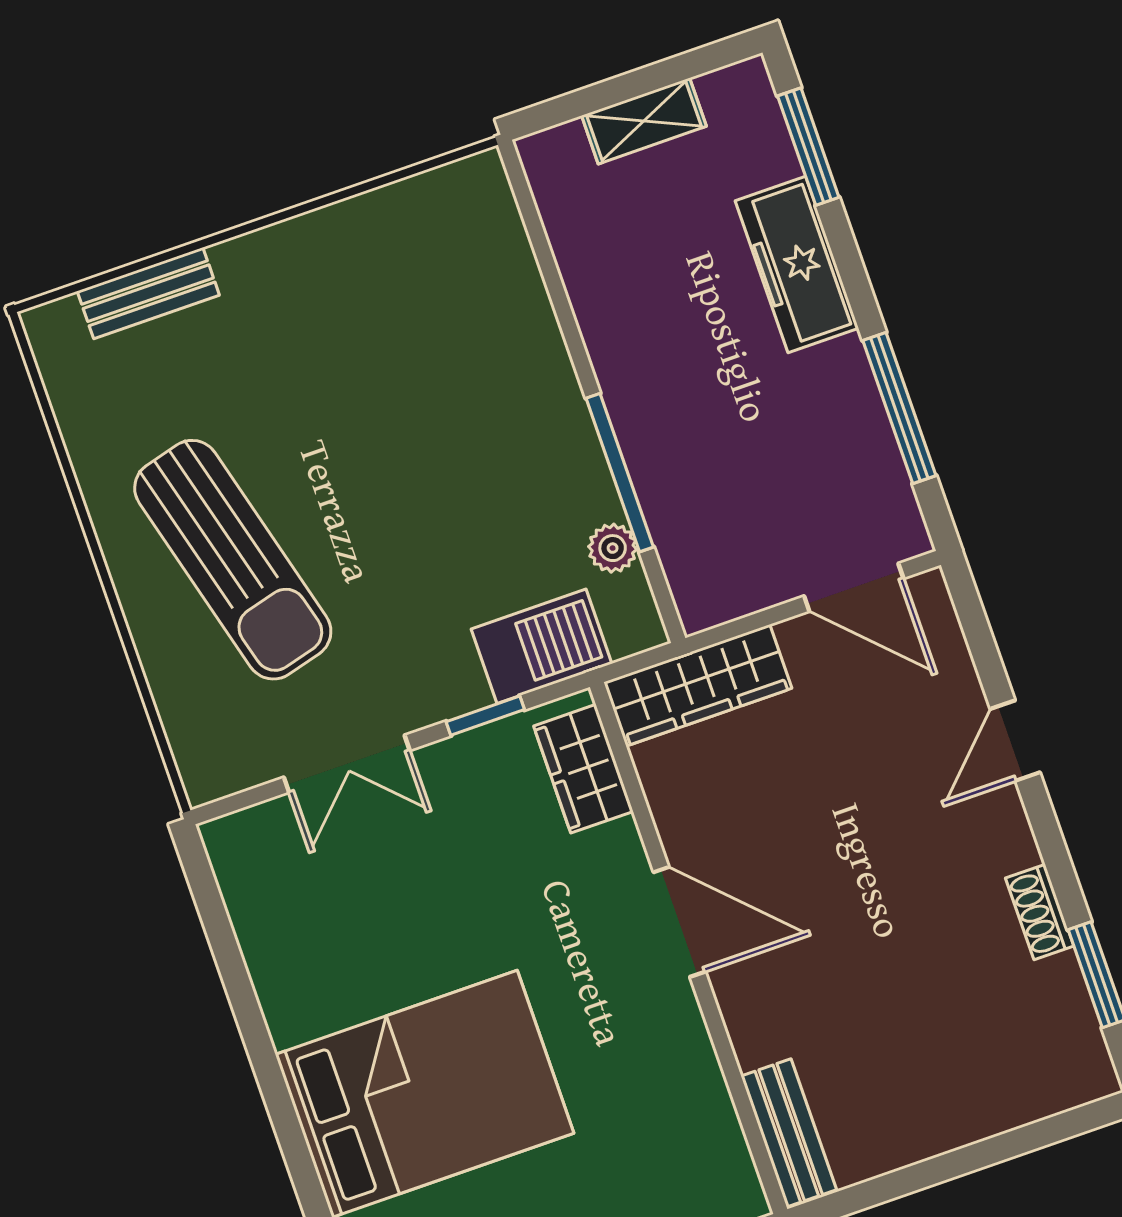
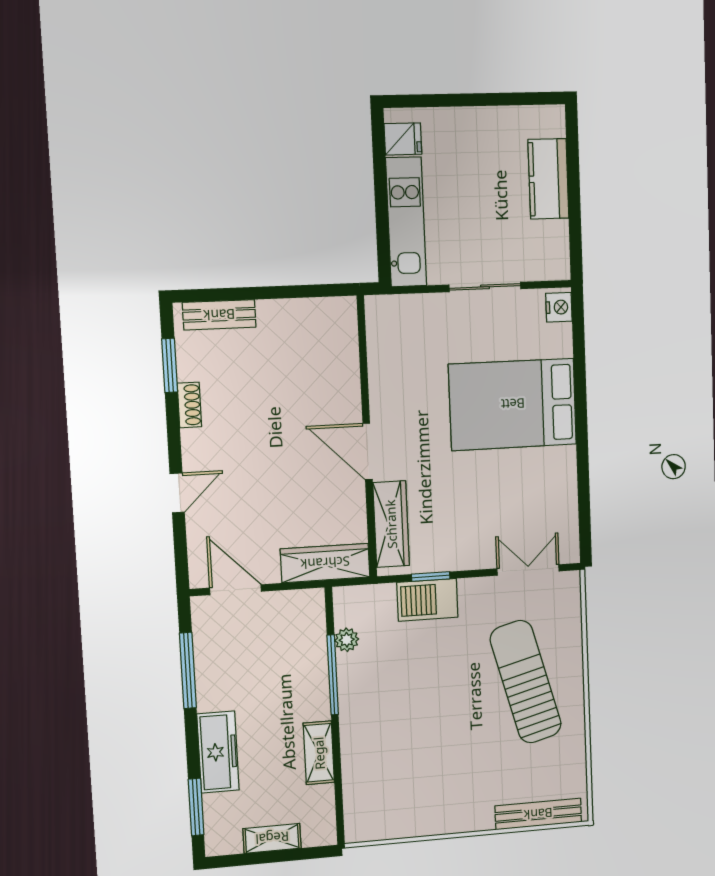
bench: (148, 293) -> (538, 814), width x1.36
shelving: (602, 313) -> (319, 753), added
barbecue: (542, 646) -> (427, 600), moved
double door: (347, 764) -> (528, 570), moved
wardrobe: (583, 769) -> (391, 524), width x1.50
bench: (789, 1133) -> (219, 315), moved, turned 90

